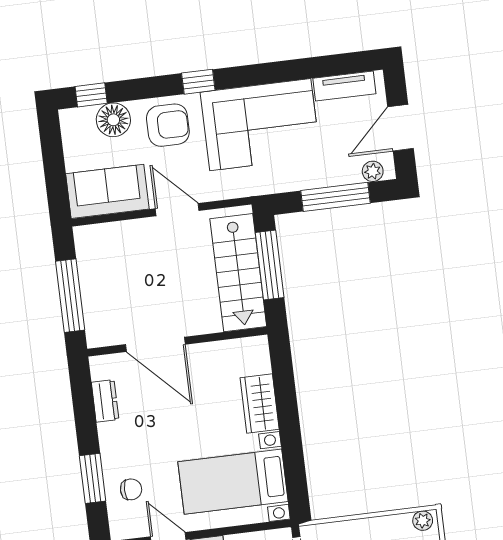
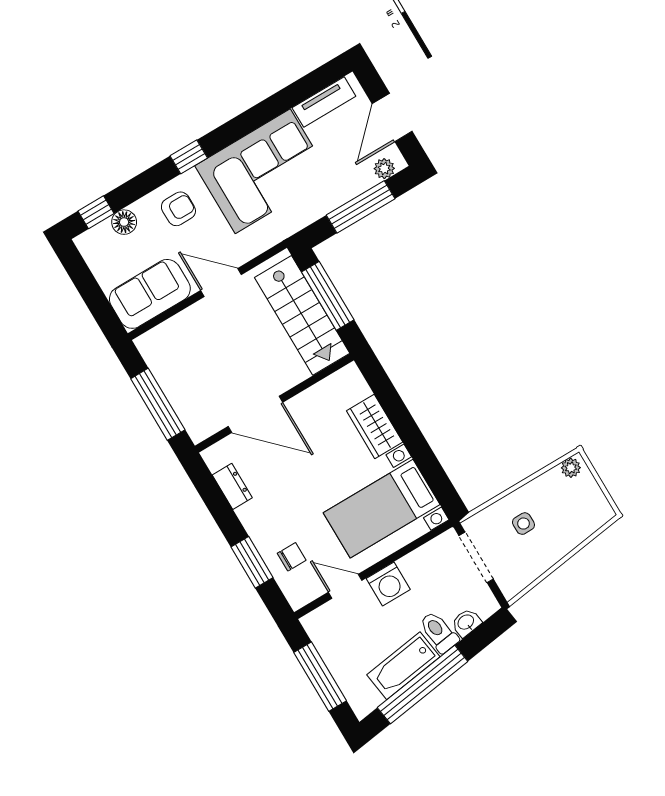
floor lamp: (113, 120) -> (124, 222), width x0.73, depth x0.73
armchair: (168, 125) -> (178, 209), width x0.72, depth x0.72

